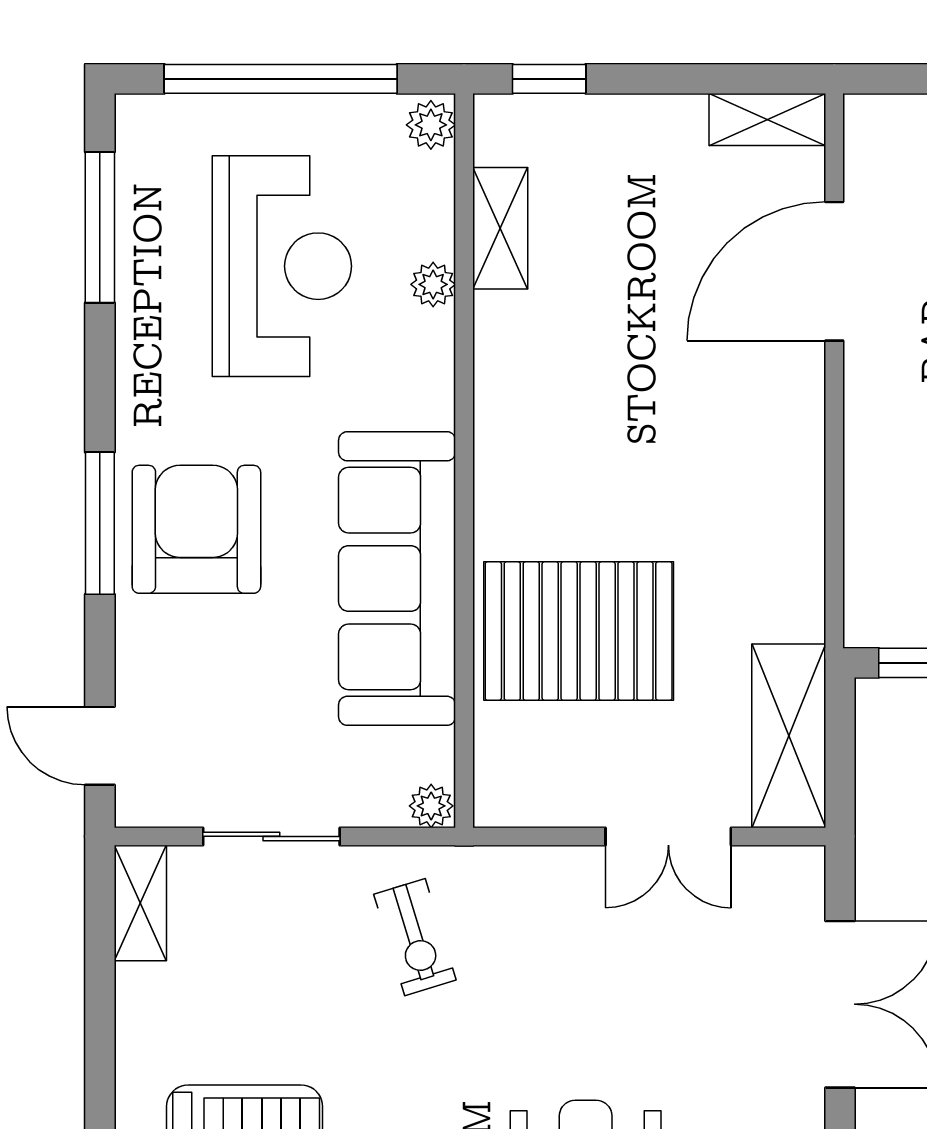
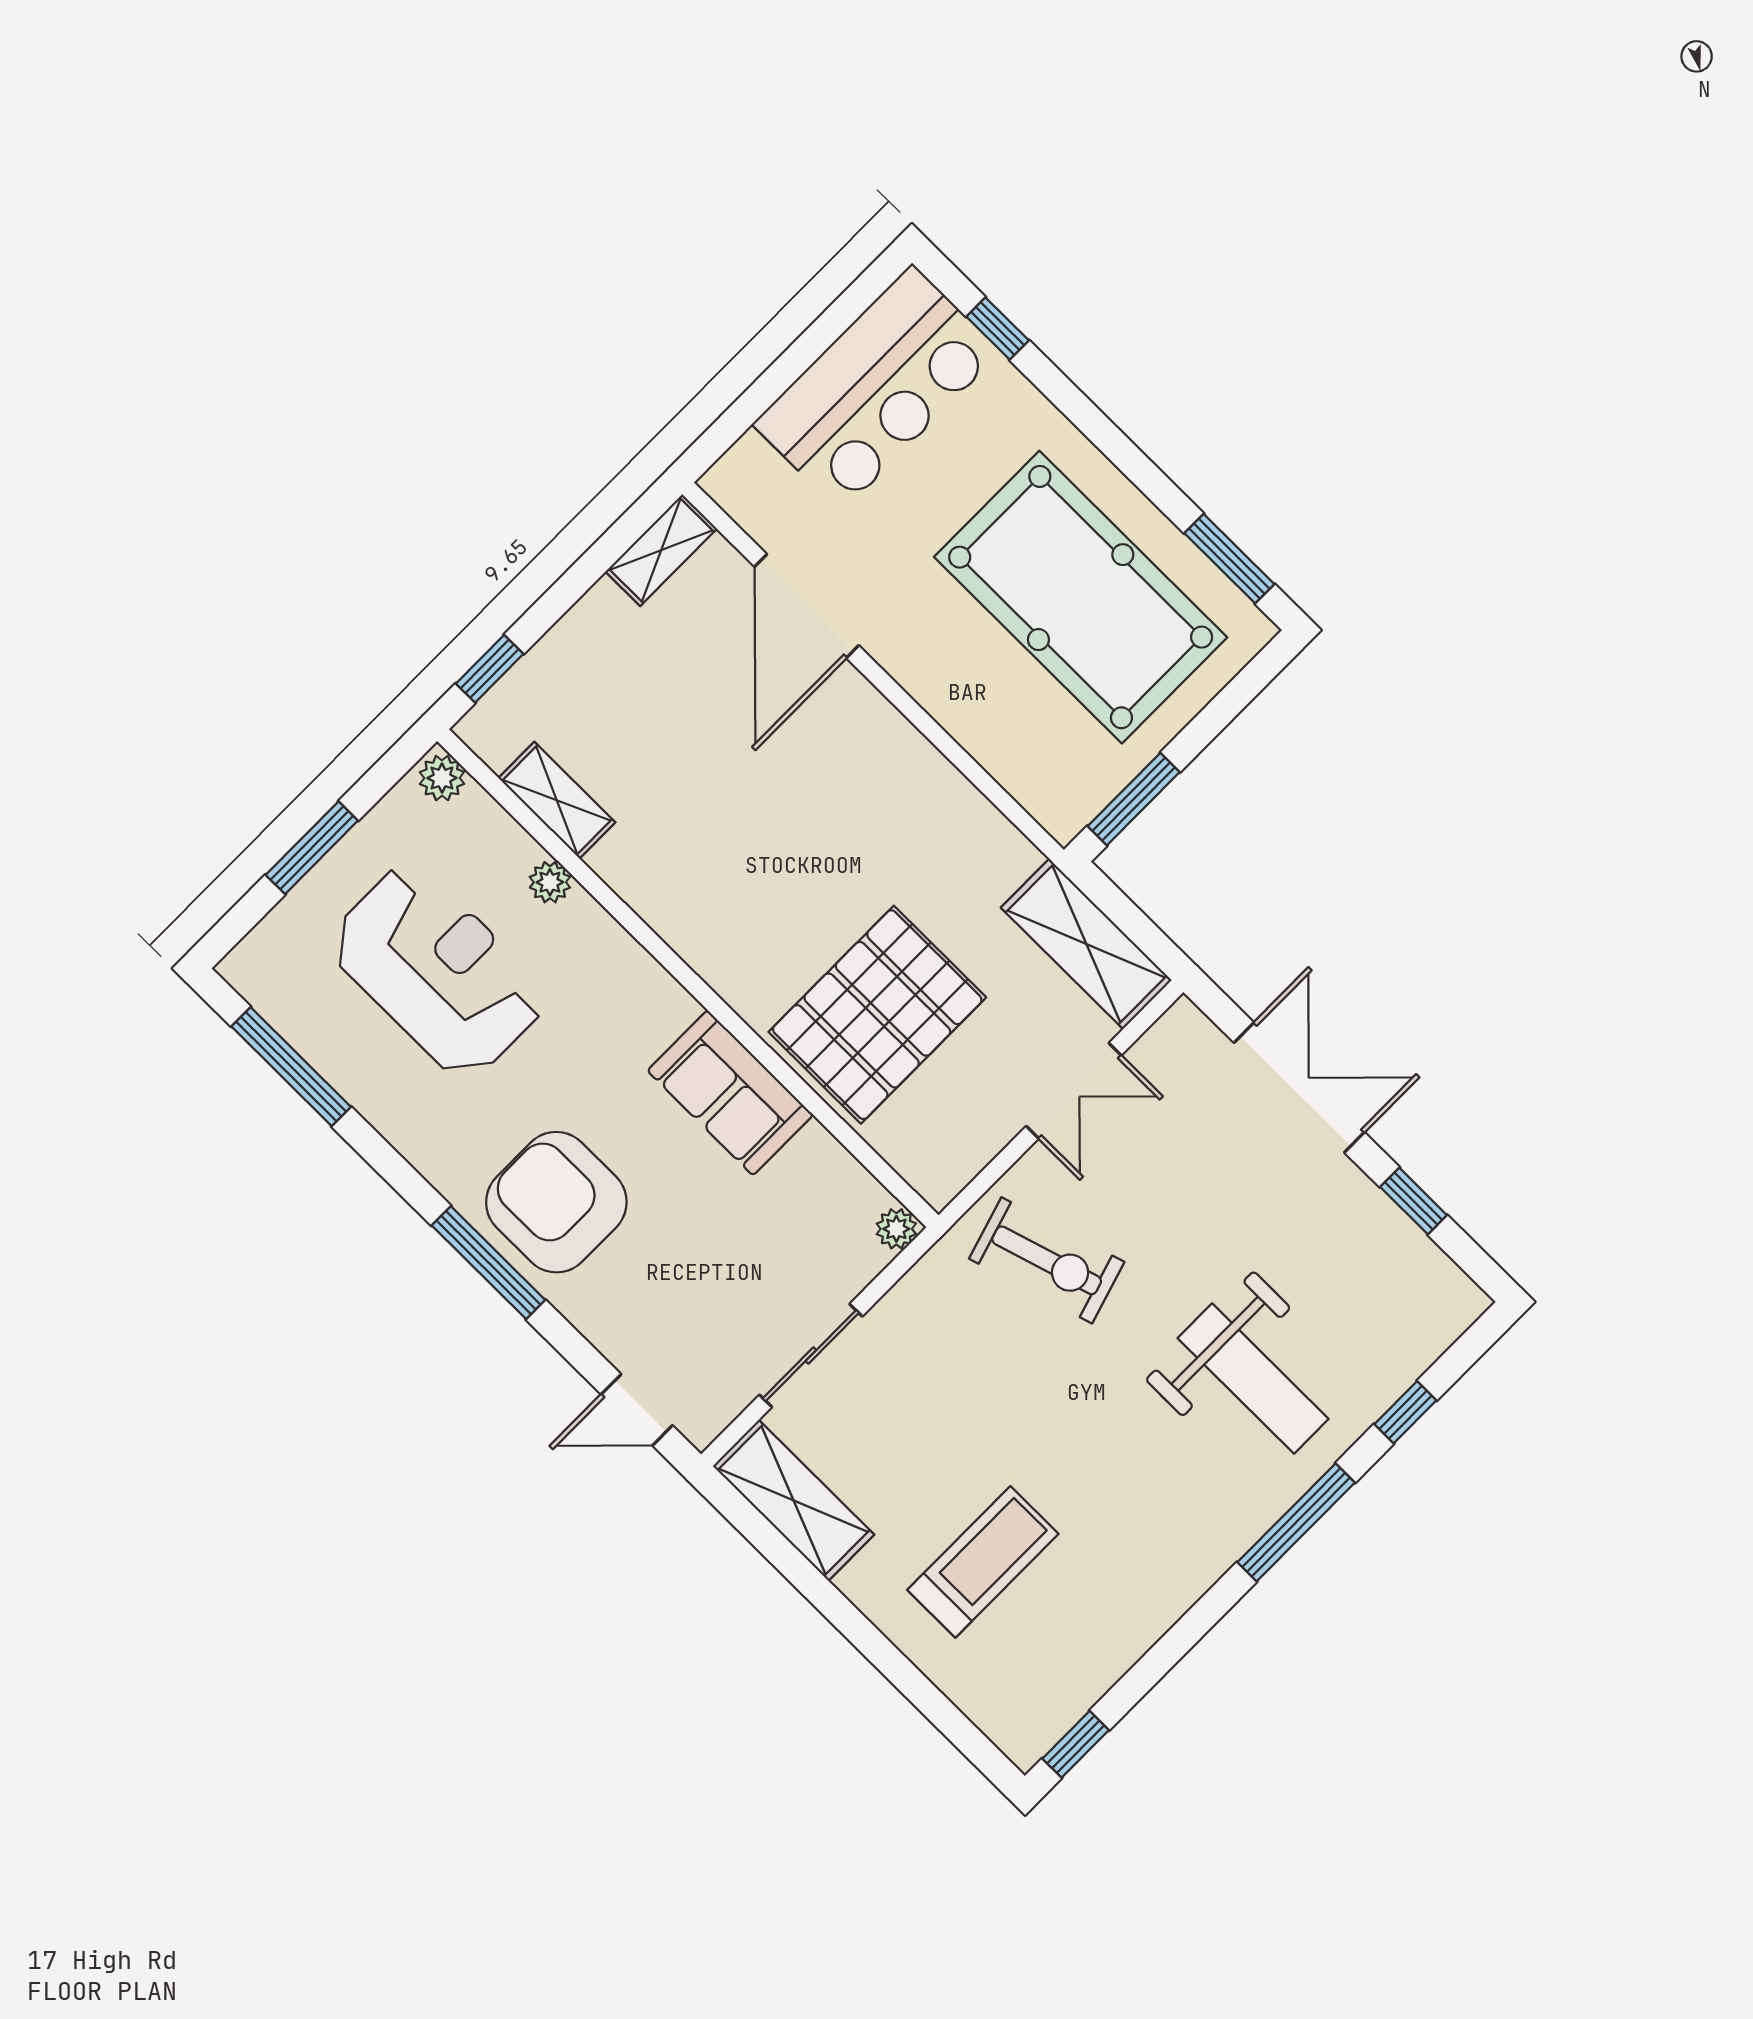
window: (281, 79) -> (312, 848), width x0.47
sofa: (397, 579) -> (730, 1093), width x0.54, depth x0.79
shelving: (140, 903) -> (793, 1500), width x1.50, depth x1.33
exercise bike: (415, 937) -> (1047, 1260), moved, width x1.38, depth x1.39

